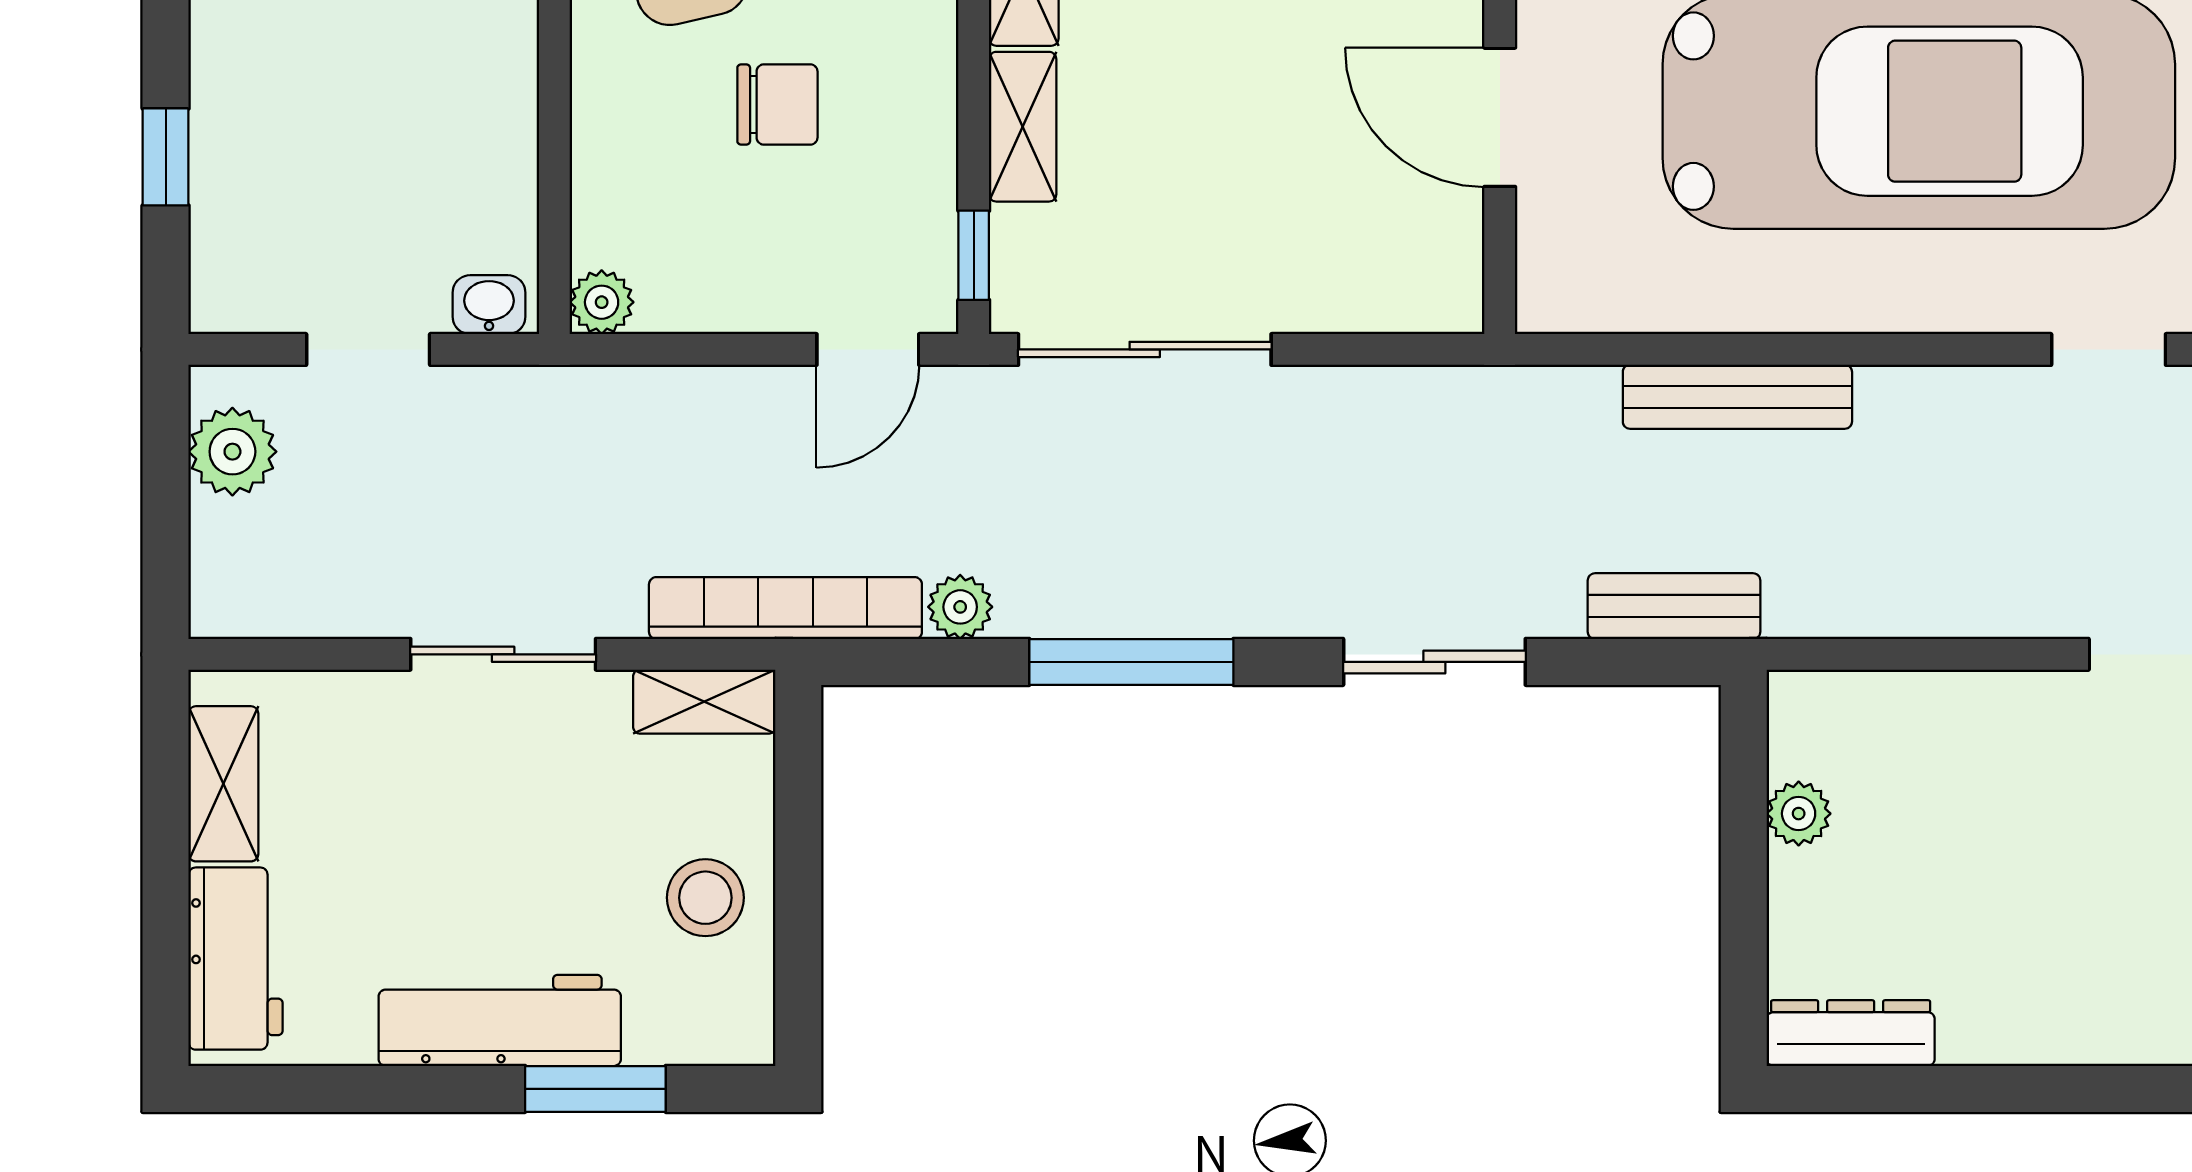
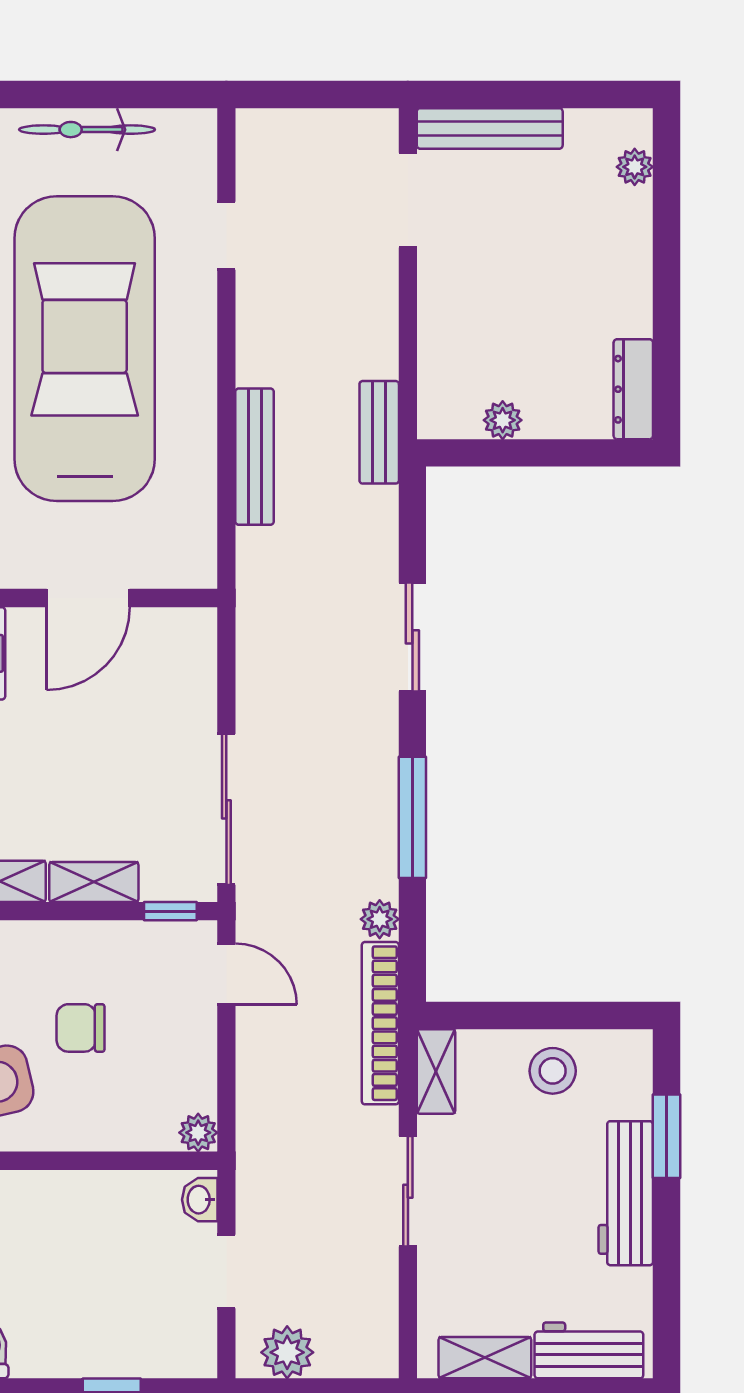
chair: (777, 105) -> (81, 1028), turned -90
bench: (1674, 606) -> (379, 432), moved

